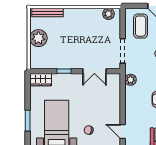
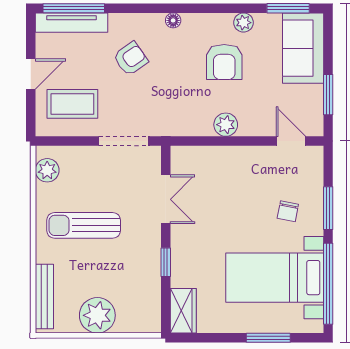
sun lounger: (82, 31) -> (84, 225), added
plant: (131, 80) -> (226, 125), moved
door: (123, 131) -> (291, 141), swing flipped

